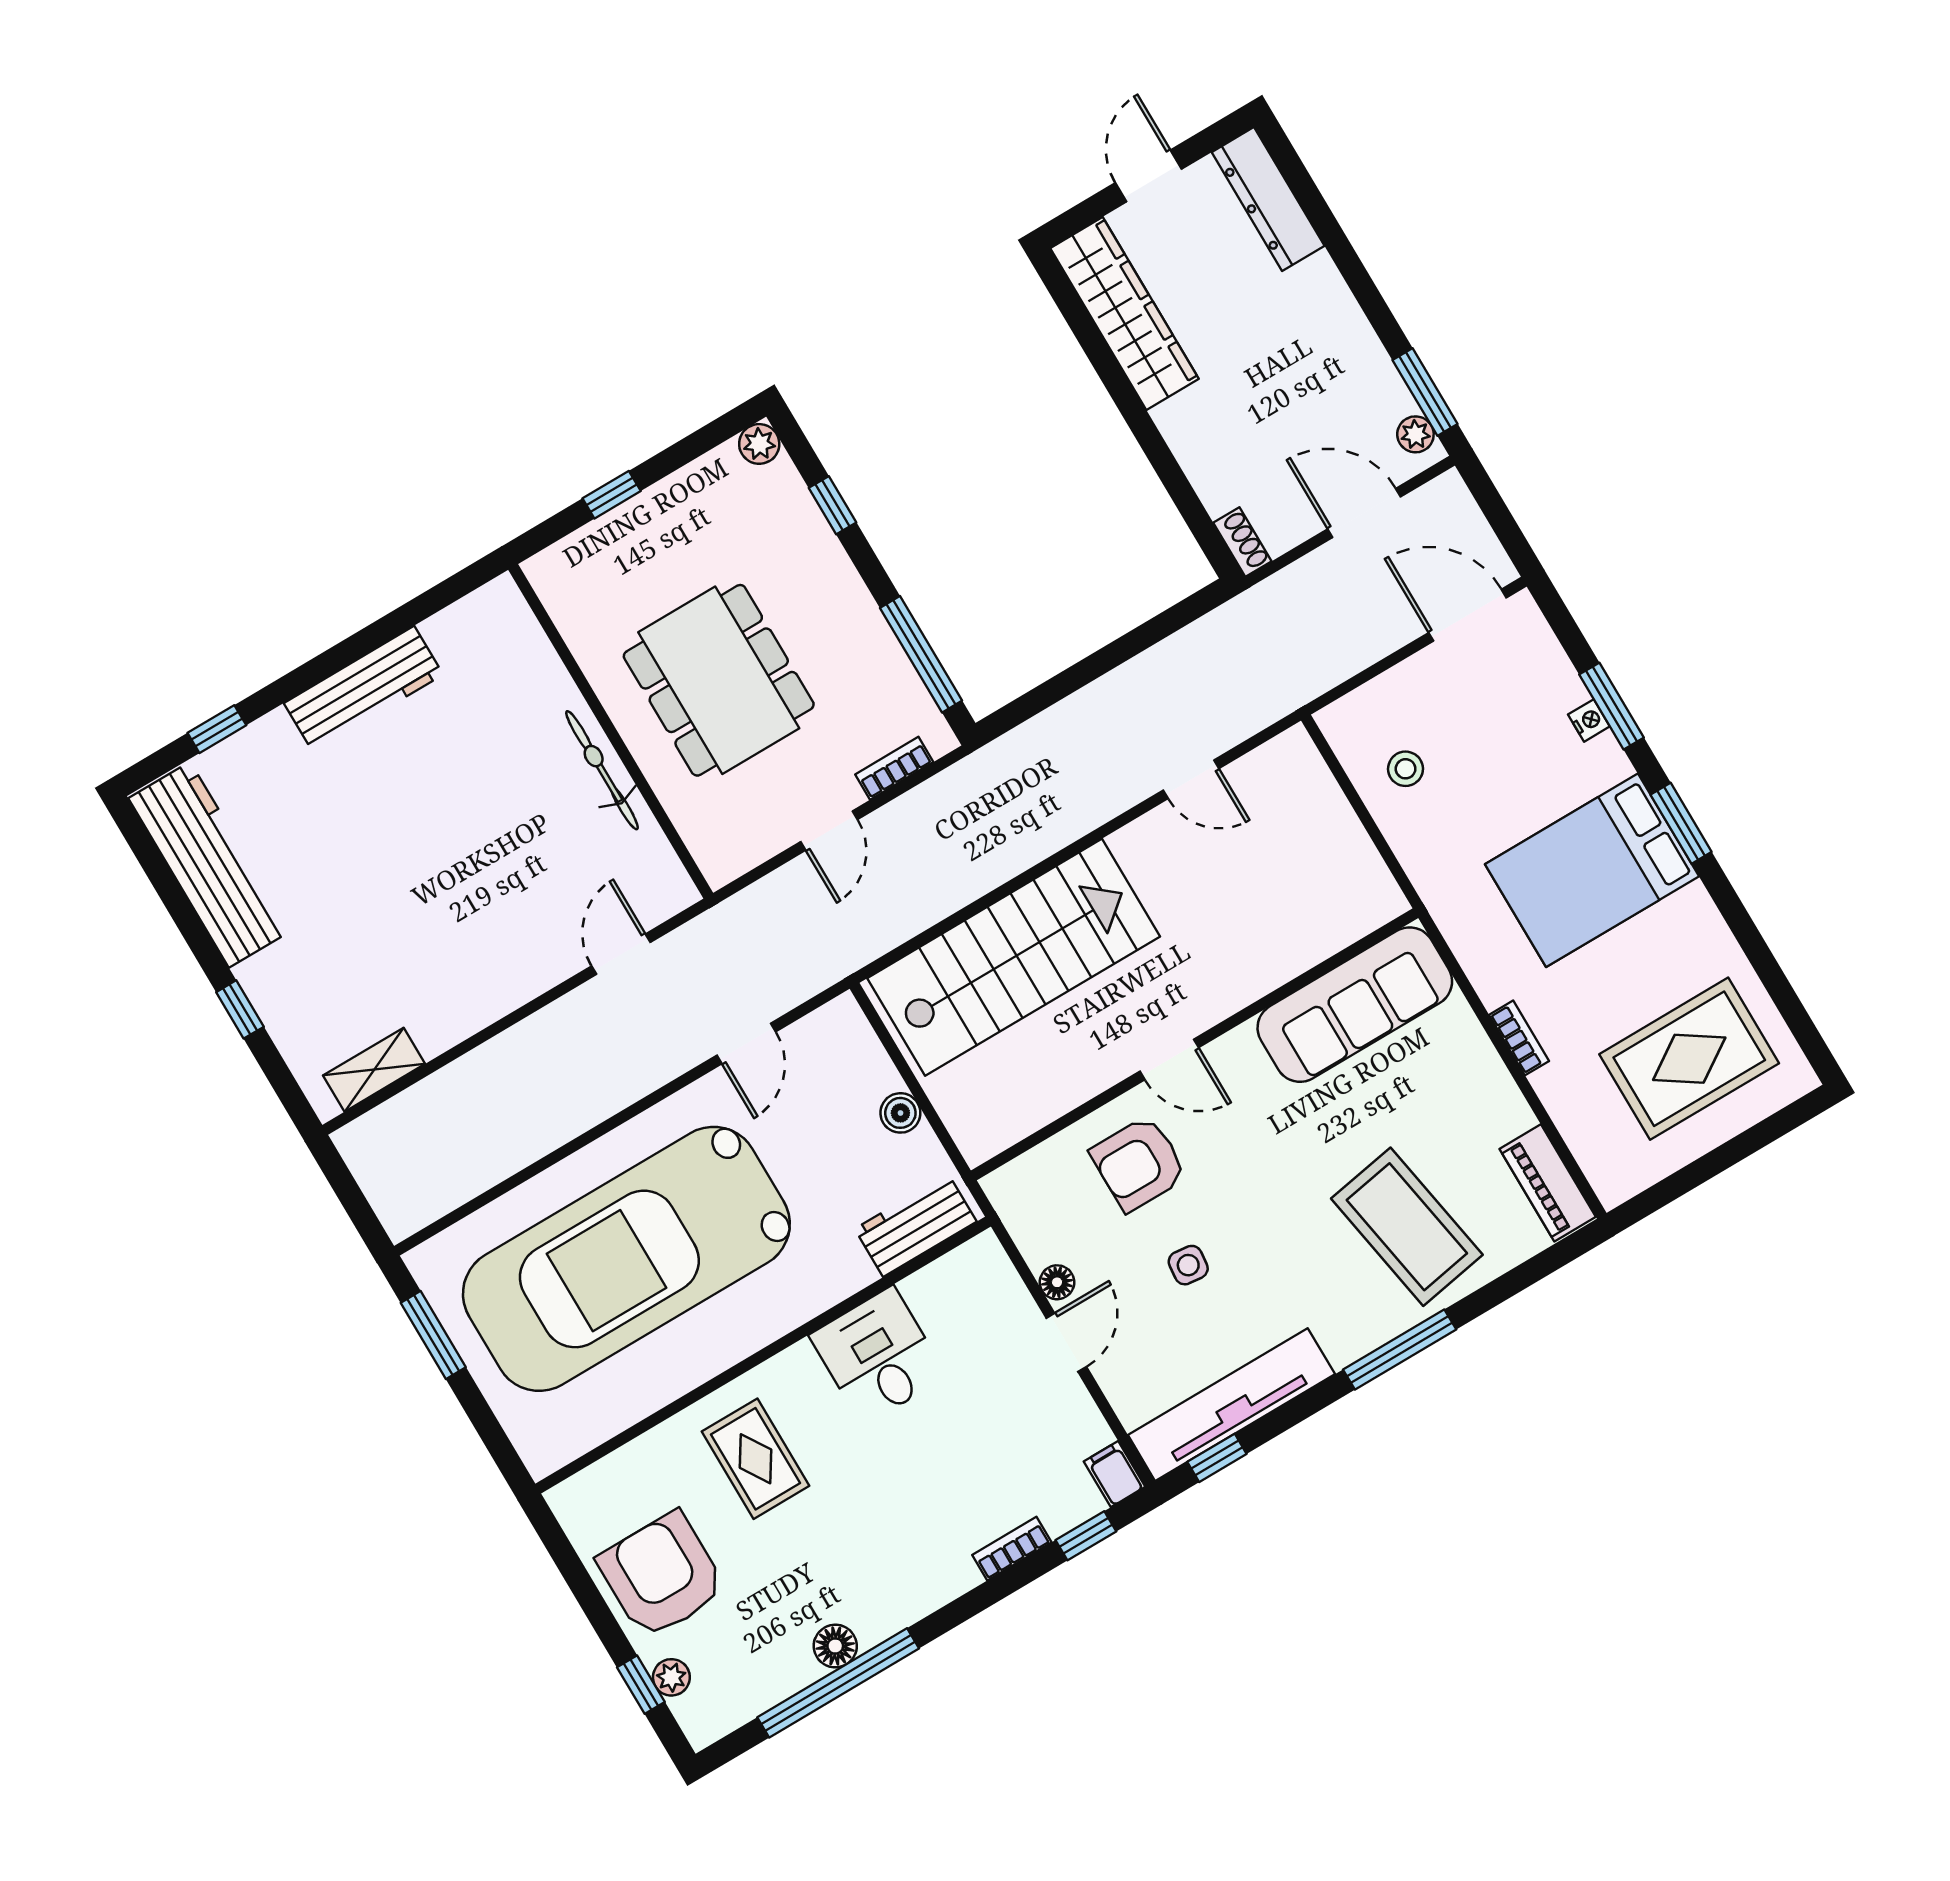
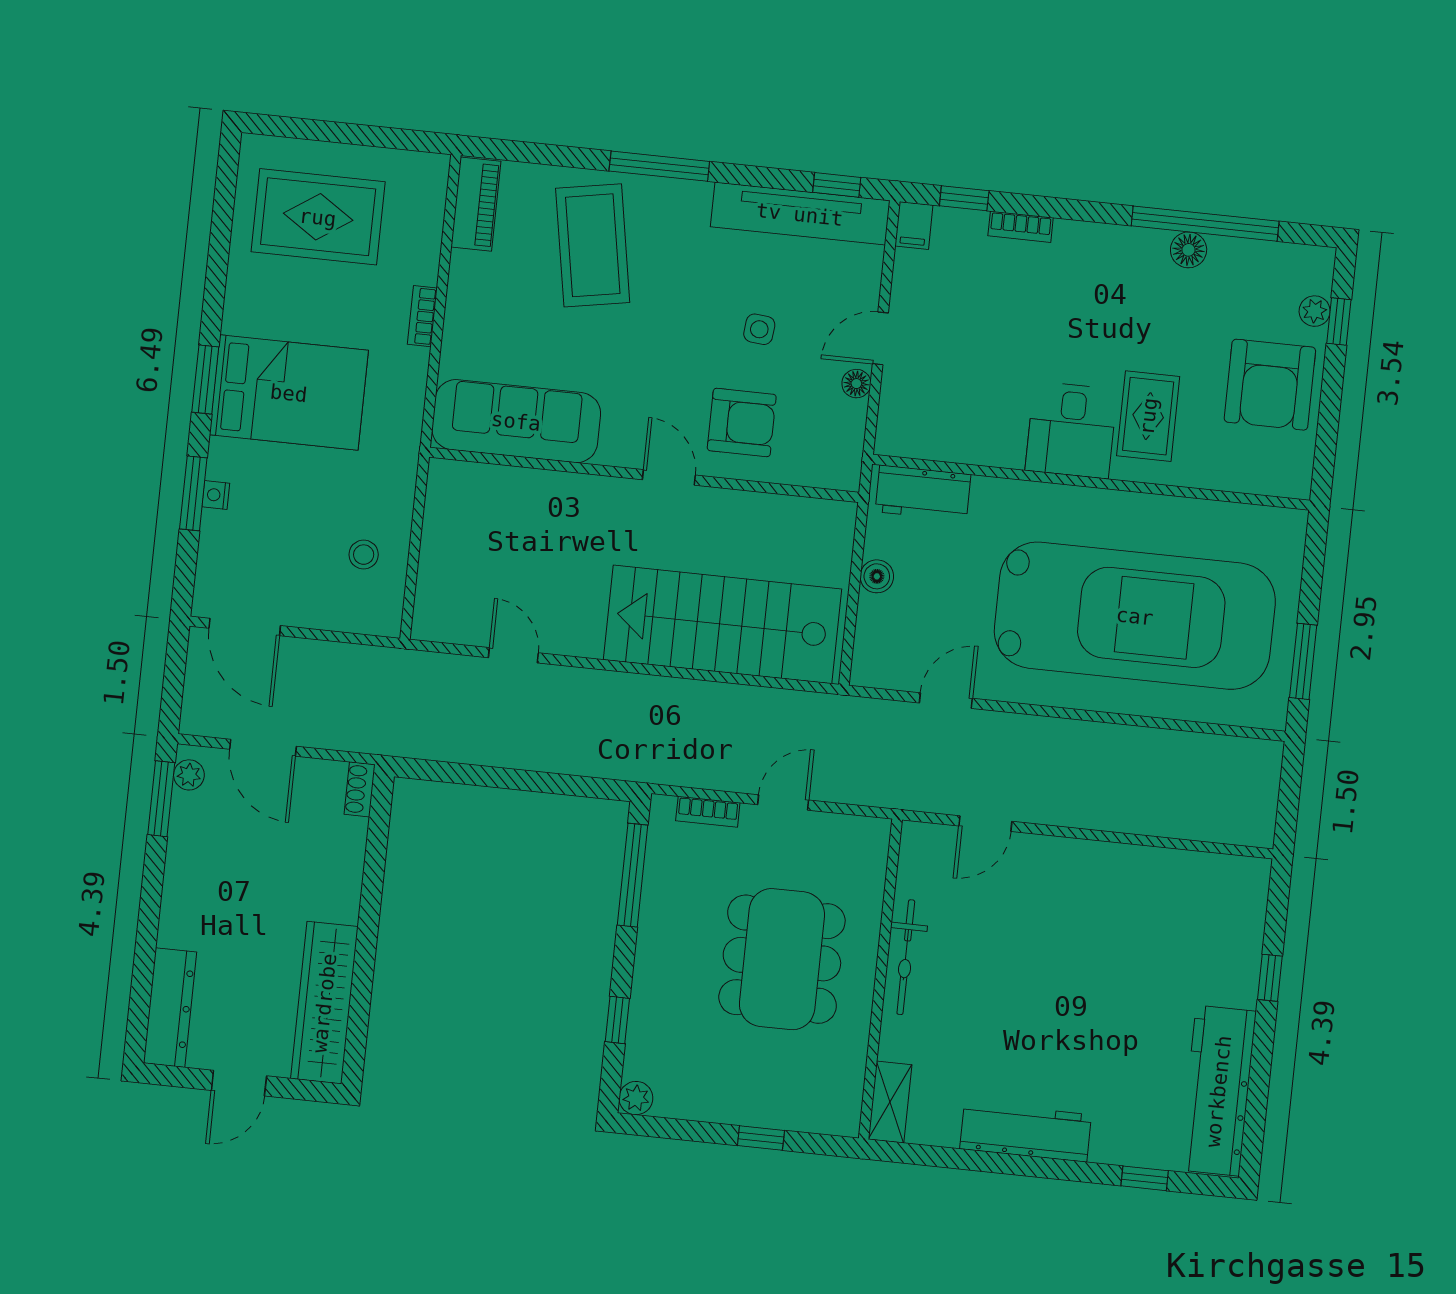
shelving: (374, 1070) -> (890, 1102), moved, turned 90
desk: (878, 1356) -> (1071, 430), moved

